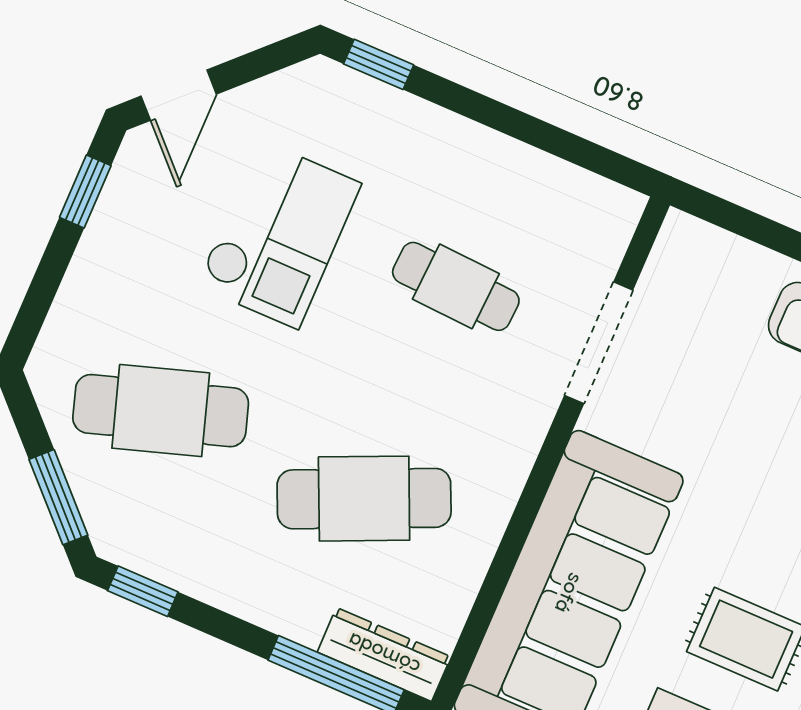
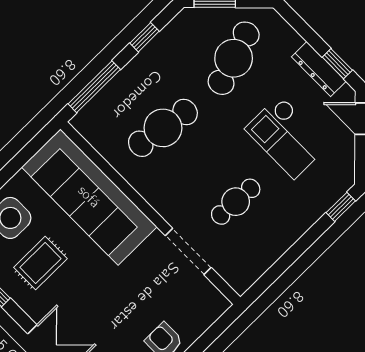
cafe table: (364, 499) -> (163, 128), turned 33
window: (143, 591) -> (145, 37), moved
dresser: (384, 654) -> (319, 69), moved, turned 90

